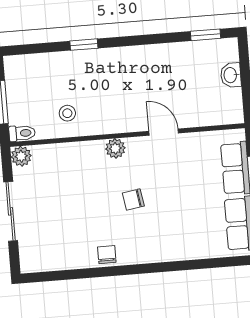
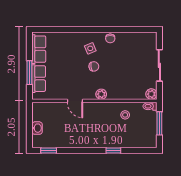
side table: (143, 233) -> (90, 48), added

